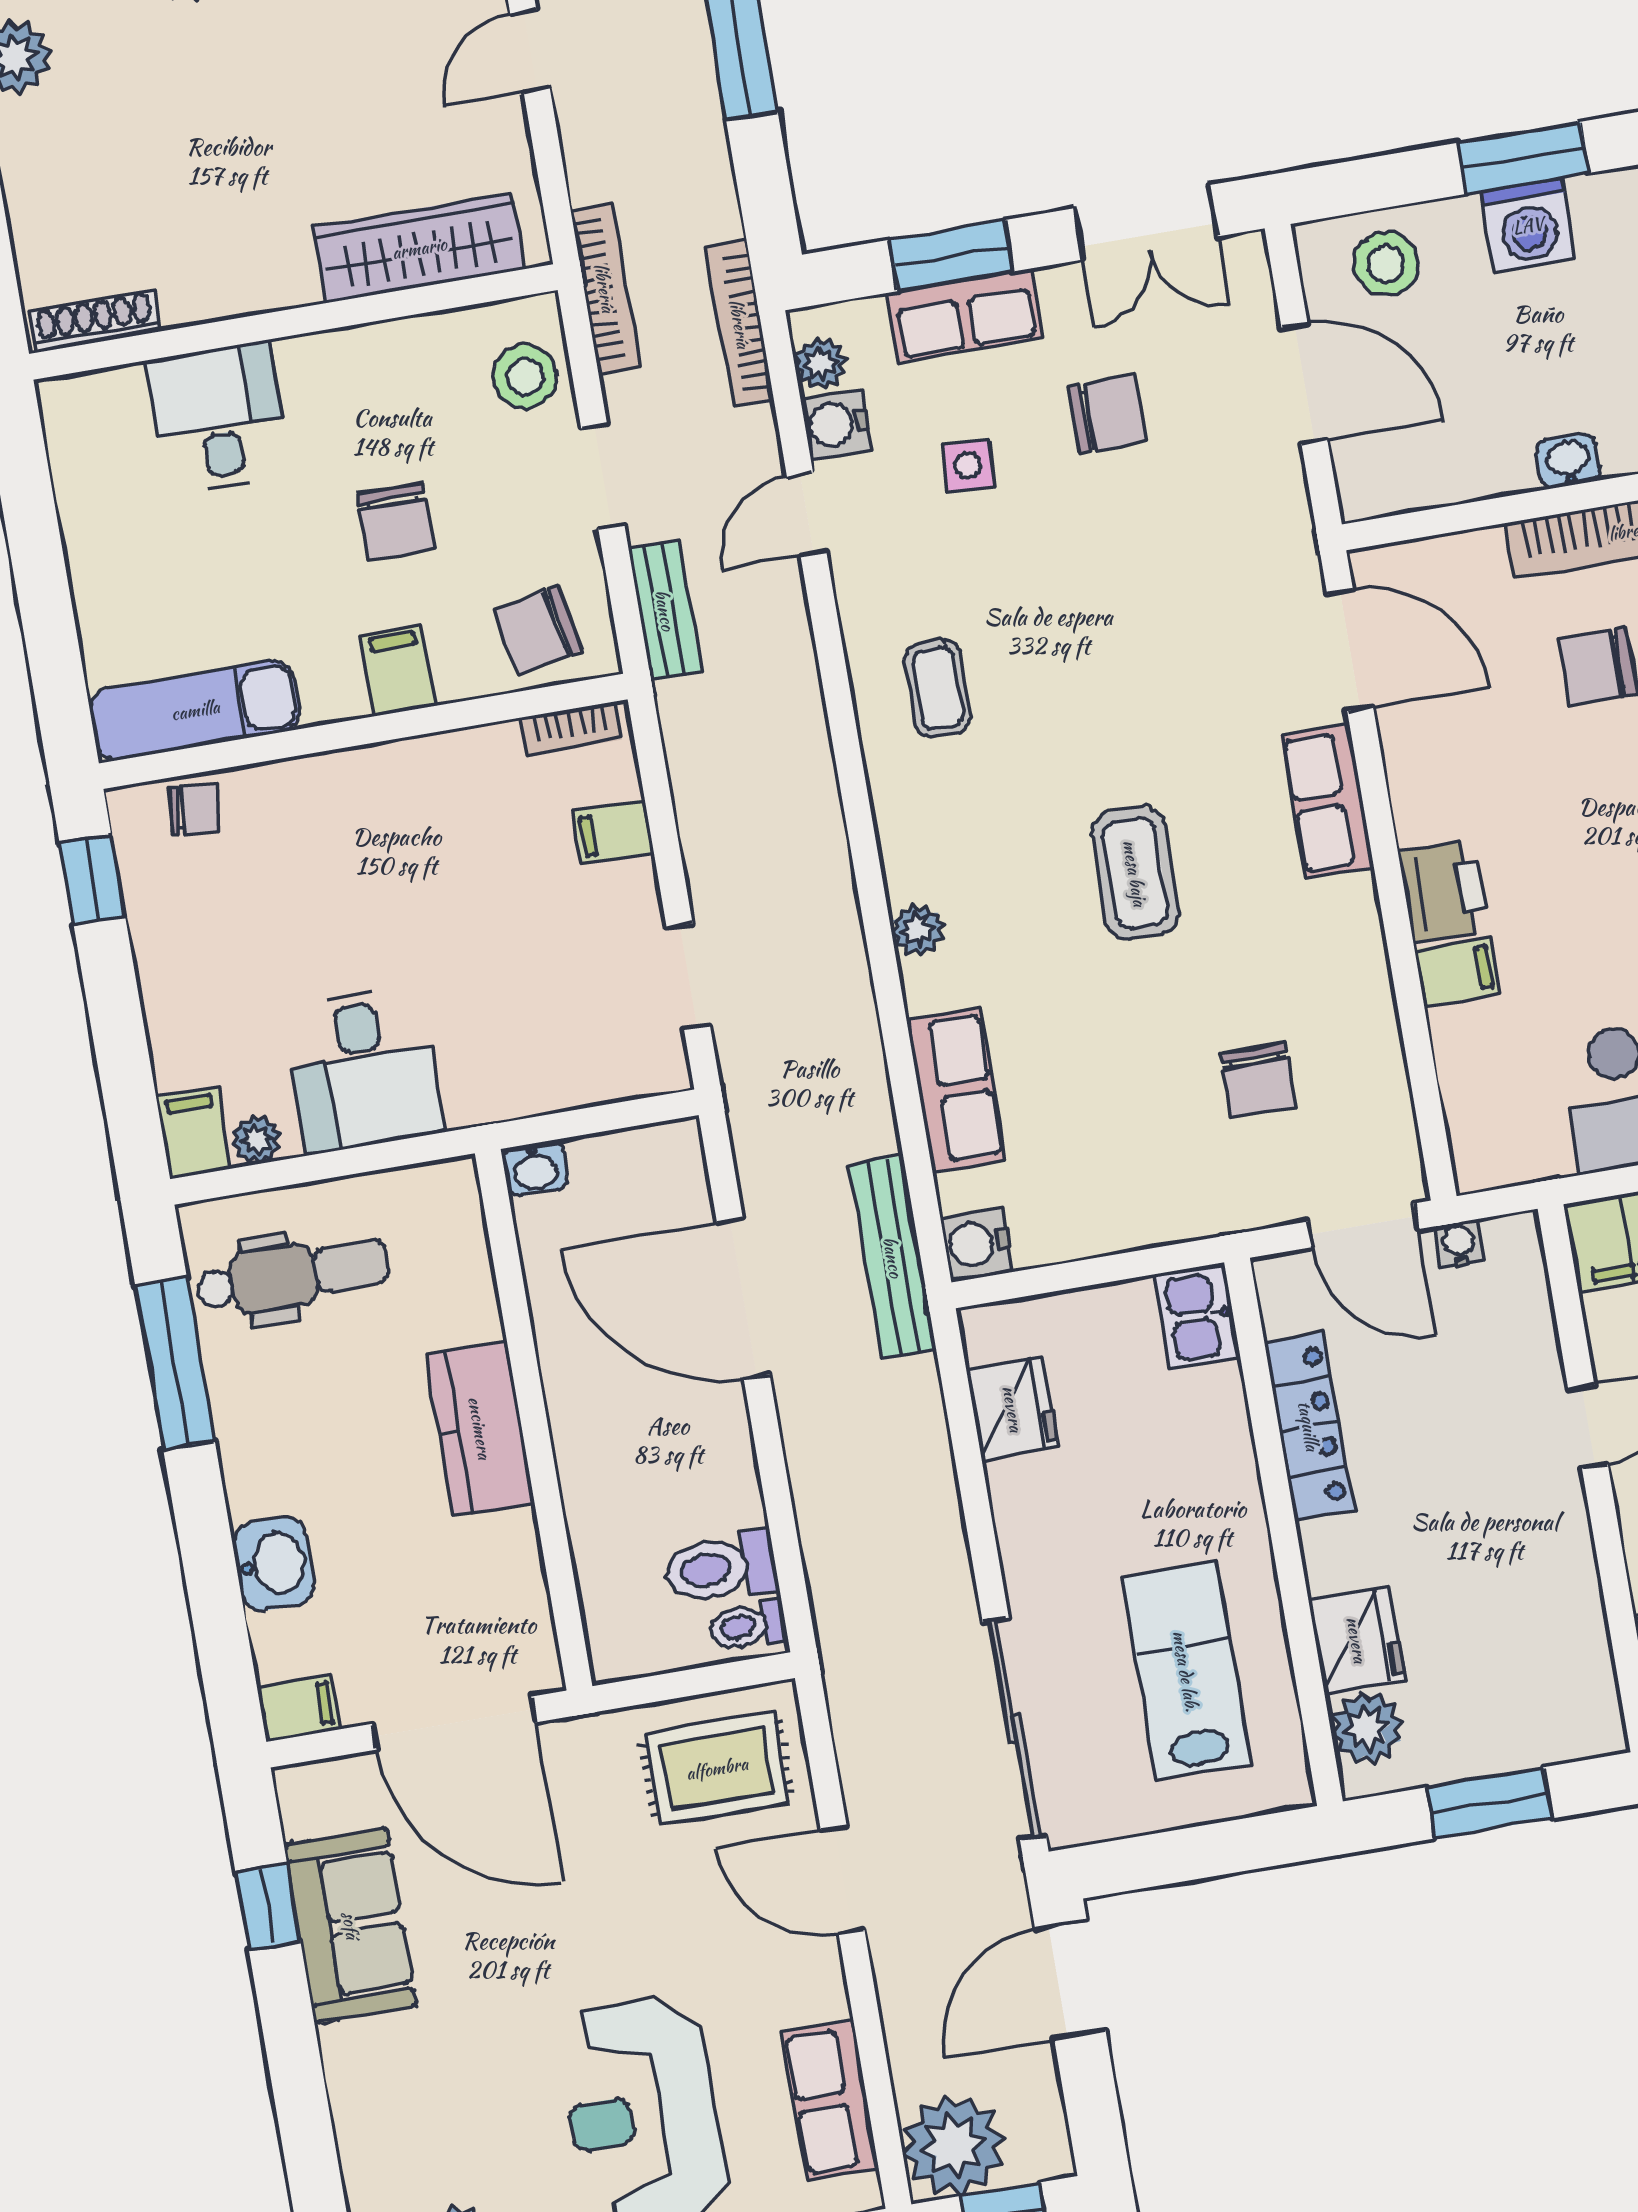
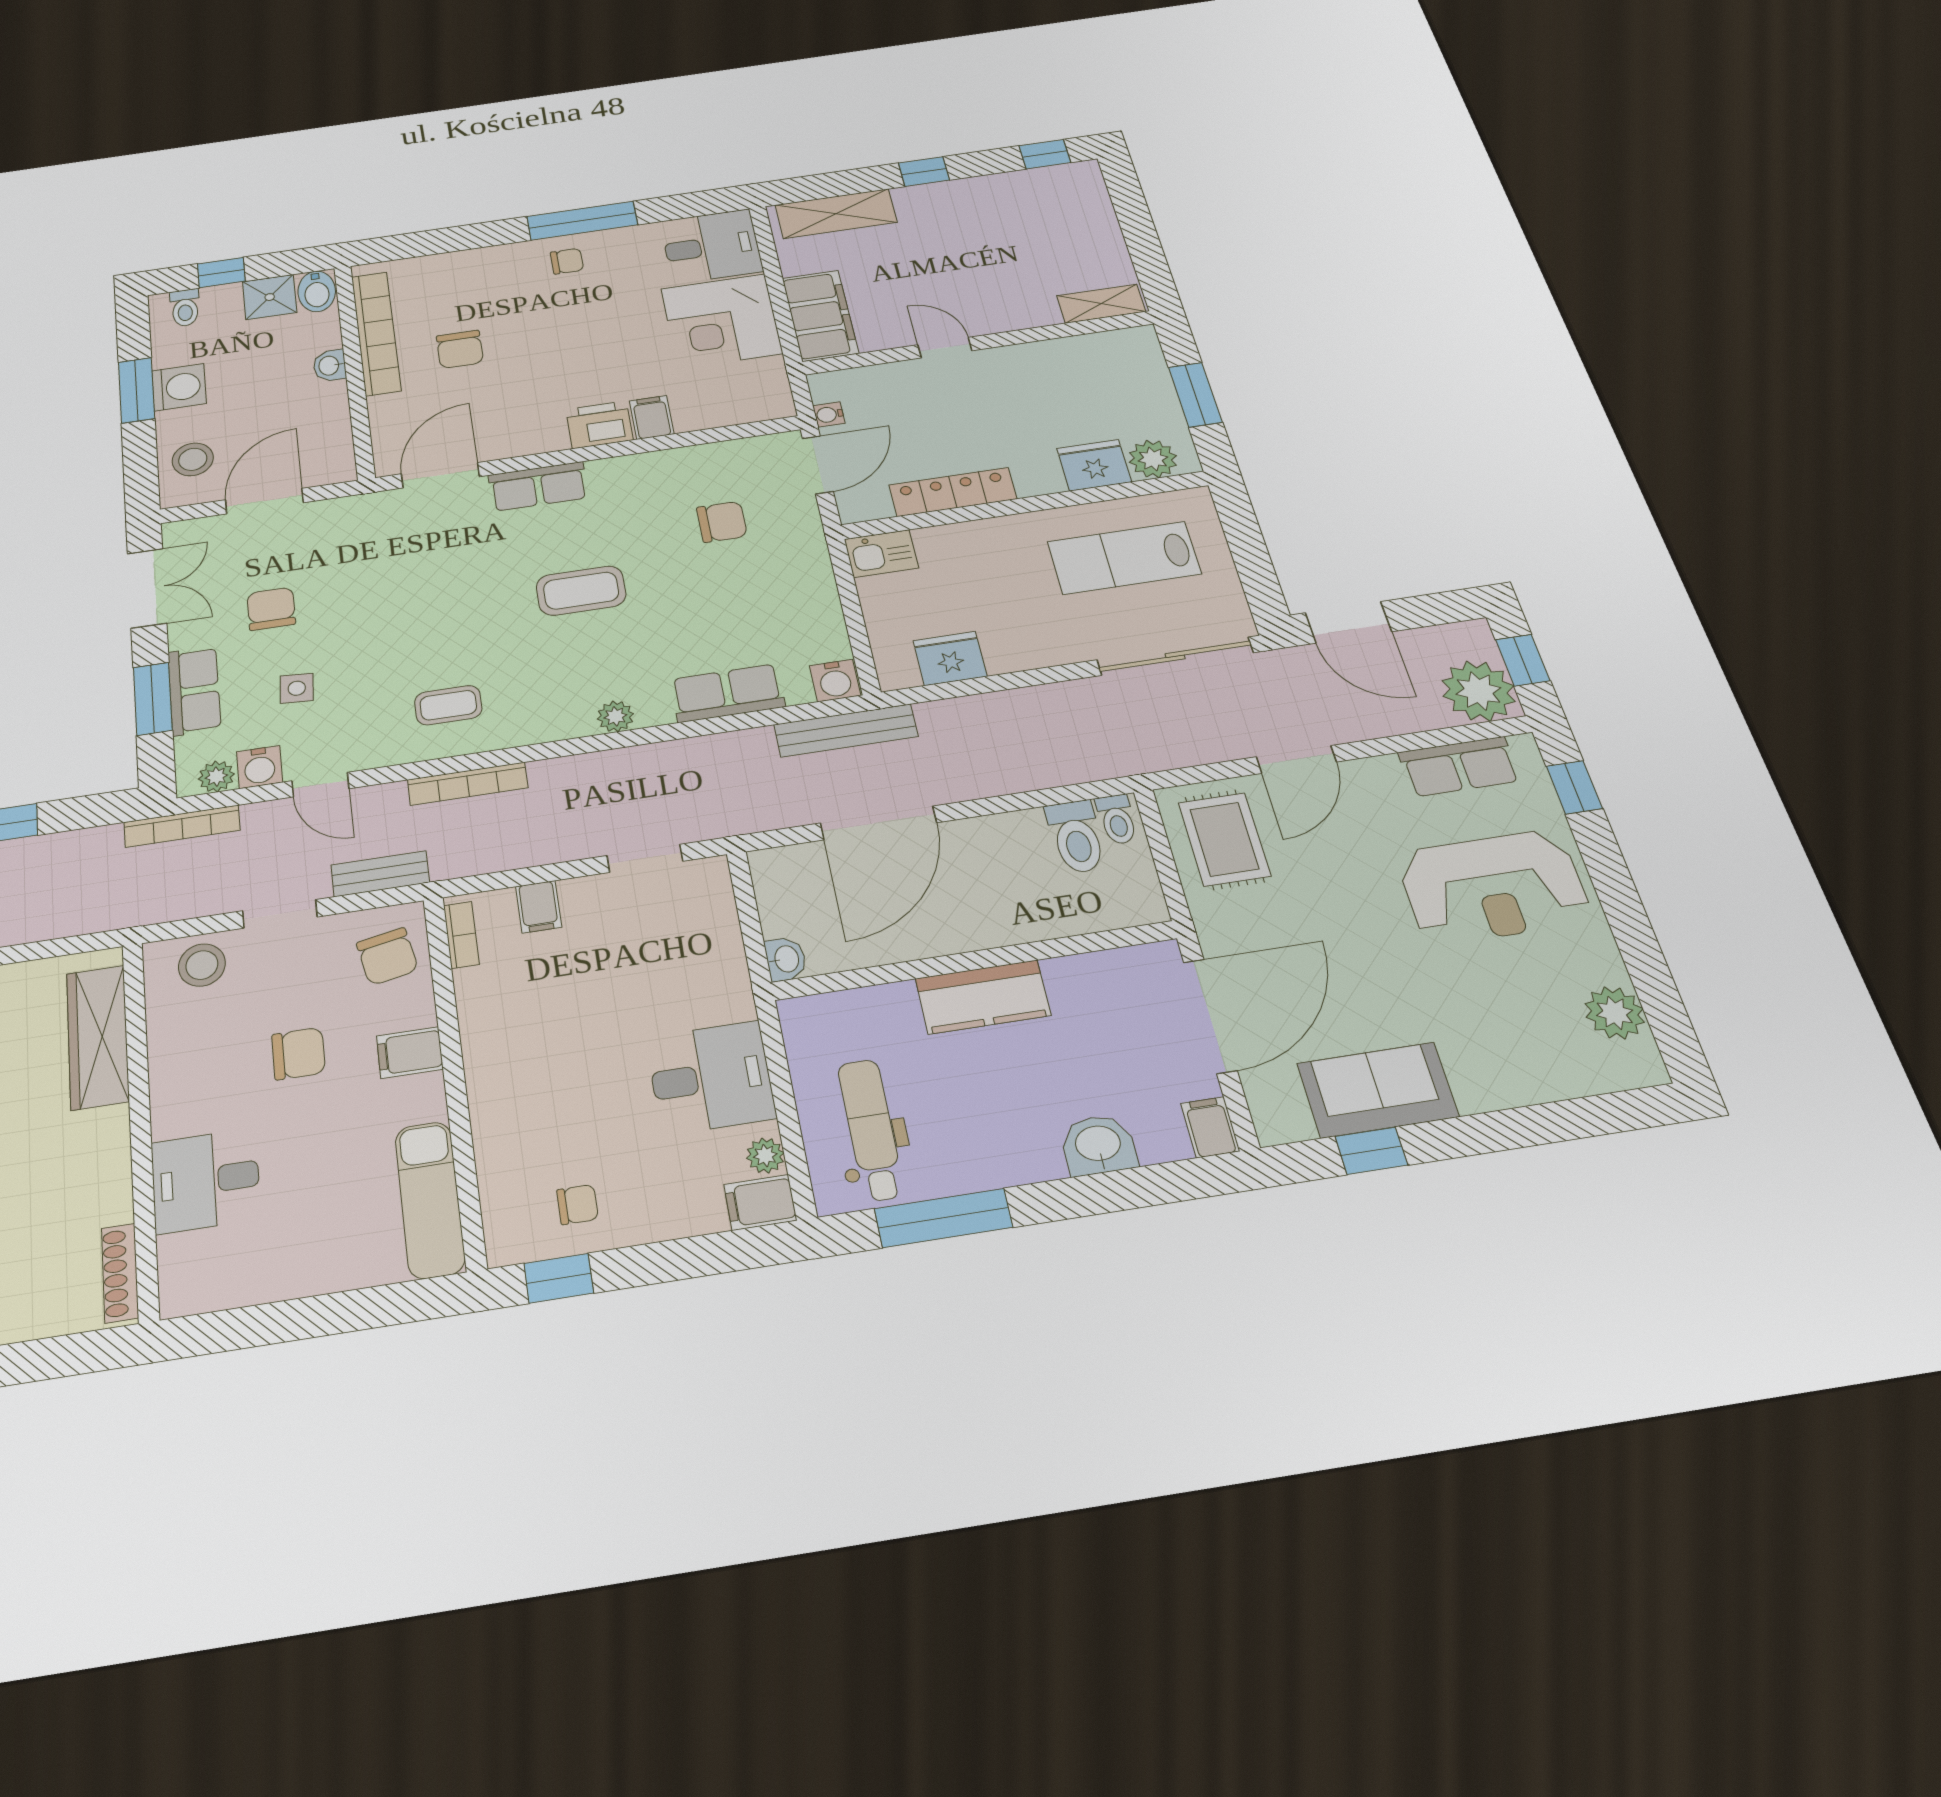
bookcase: (605, 288) -> (468, 784), moved, turned 180
chair: (195, 810) -> (577, 1204), moved, turned 84

